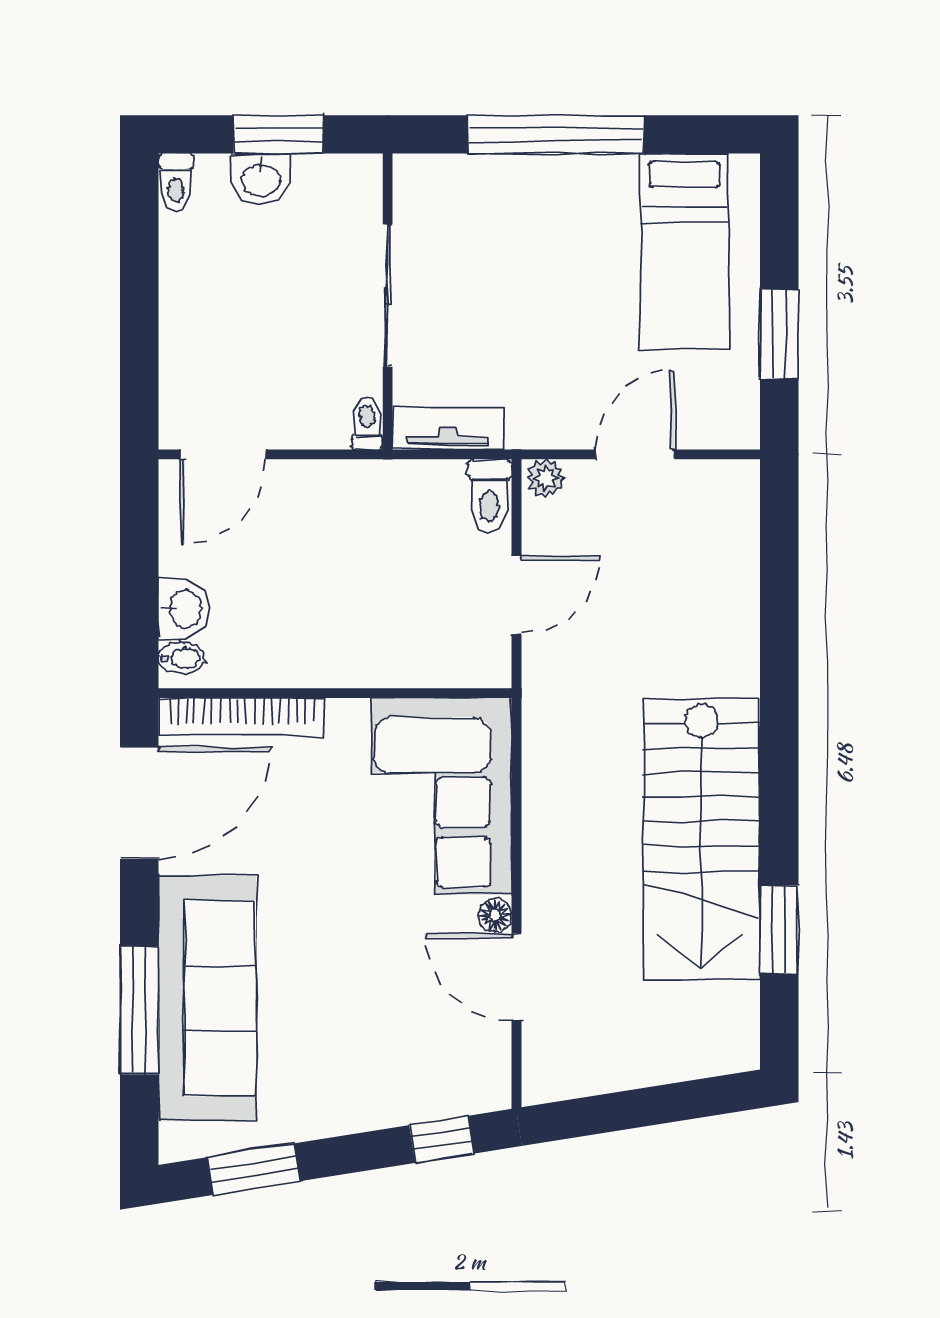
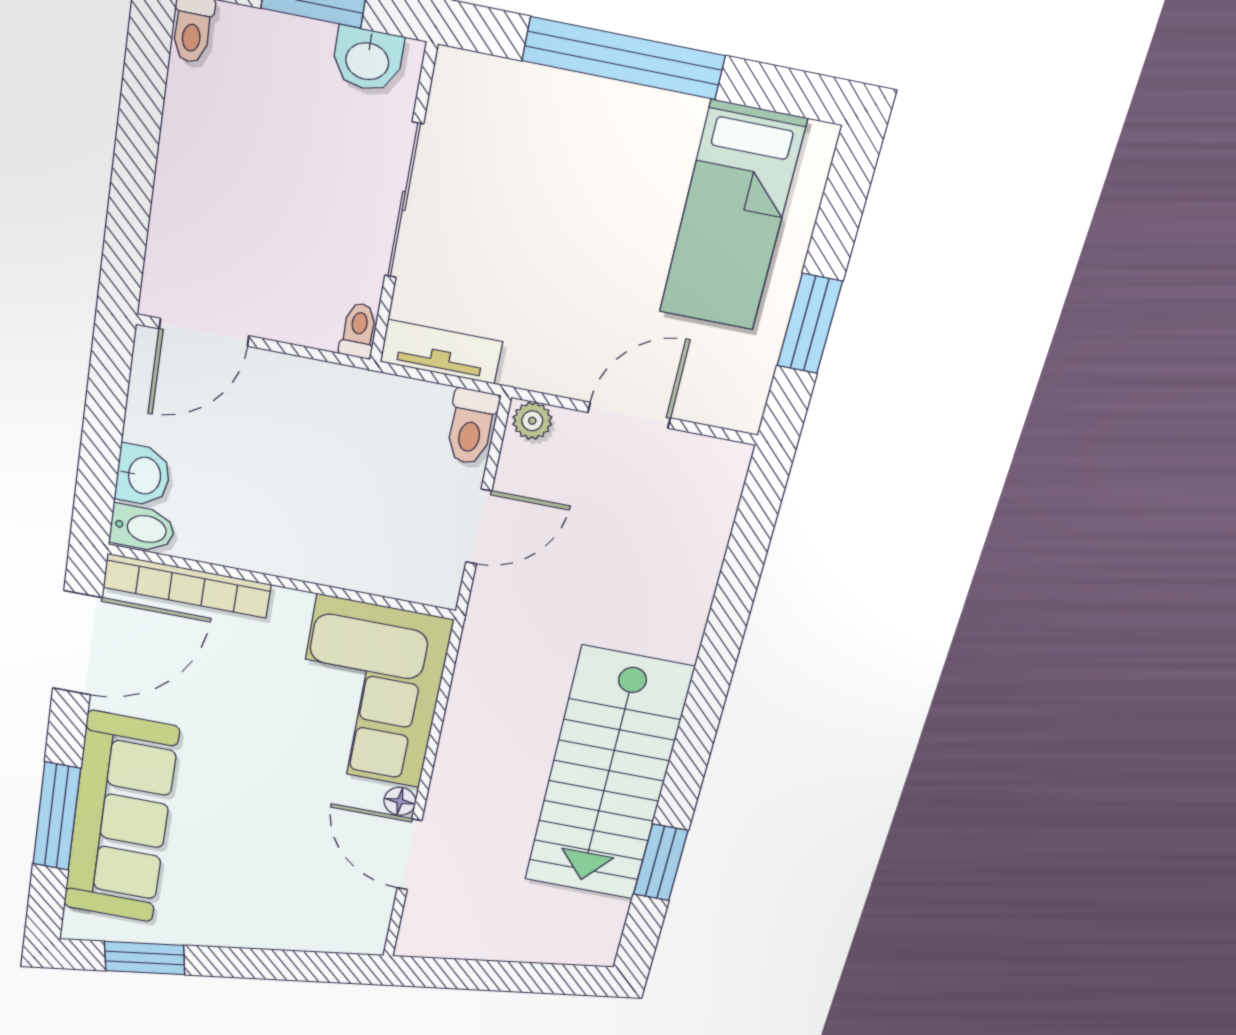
washbasin: (261, 179) -> (367, 59), moved
bidet: (181, 658) -> (142, 528), width x1.38, depth x1.36
window: (442, 1139) -> (316, 967), removed

